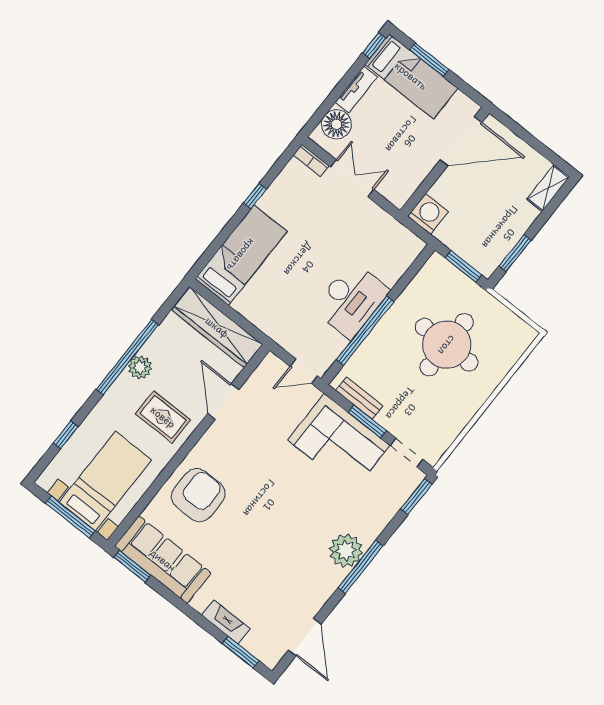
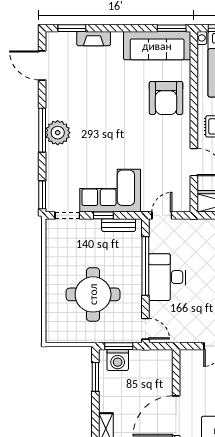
washing machine: (428, 214) -> (118, 360), moved
door: (419, 262) -> (145, 329), added
window: (367, 421) -> (103, 215), width x0.67

